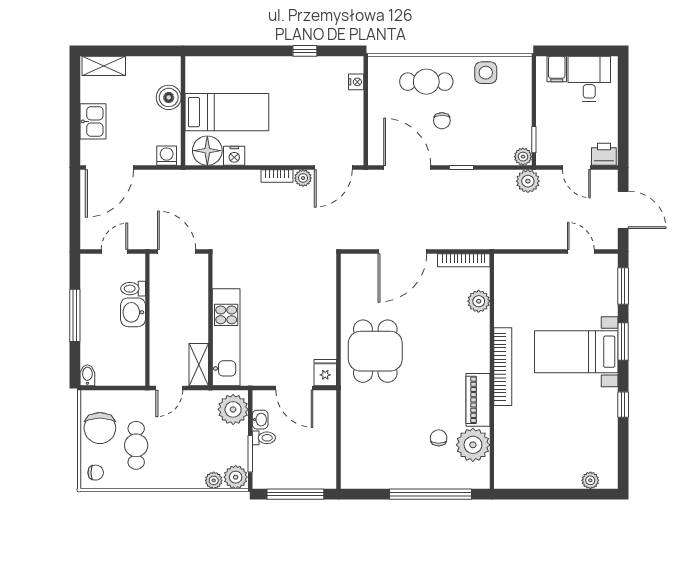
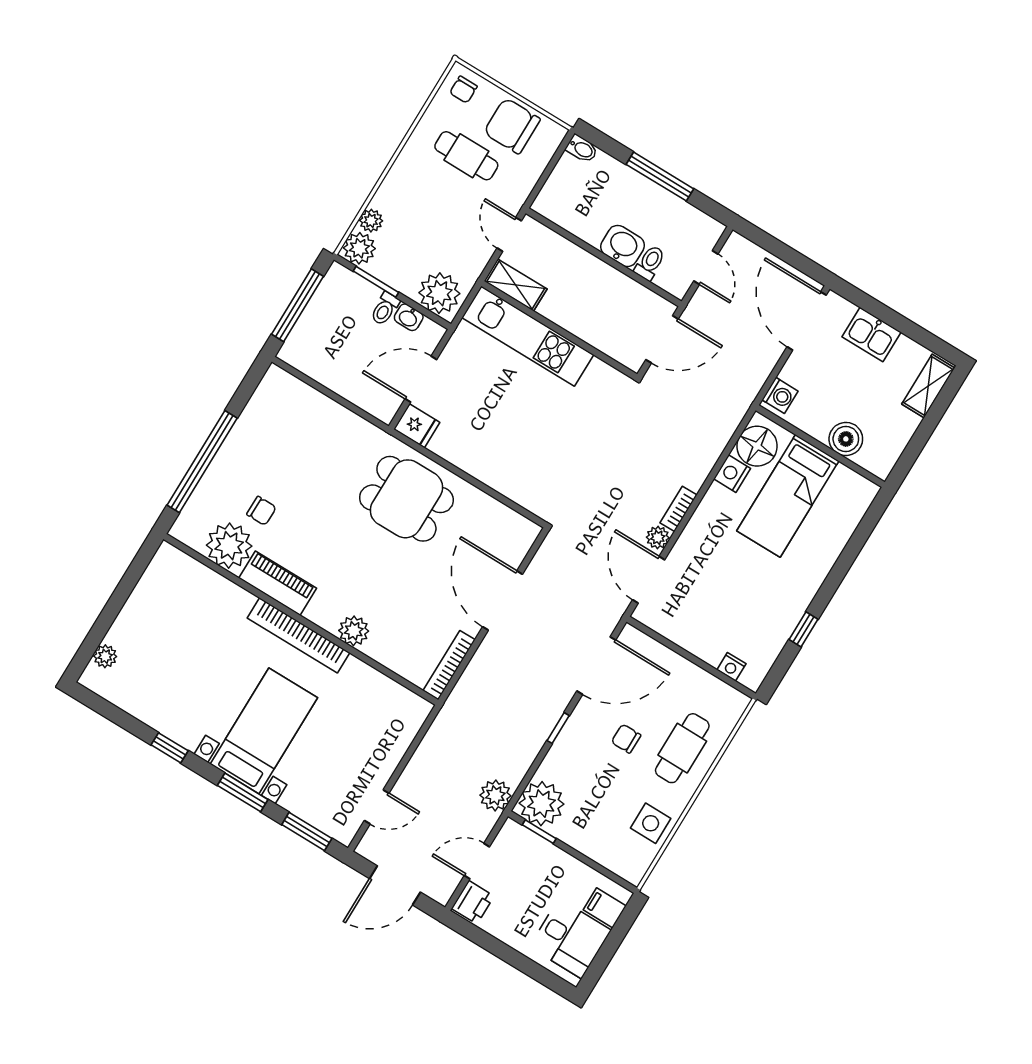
plant: (523, 157) -> (542, 804), width x1.87, depth x1.87
plant: (479, 301) -> (354, 631), moved

